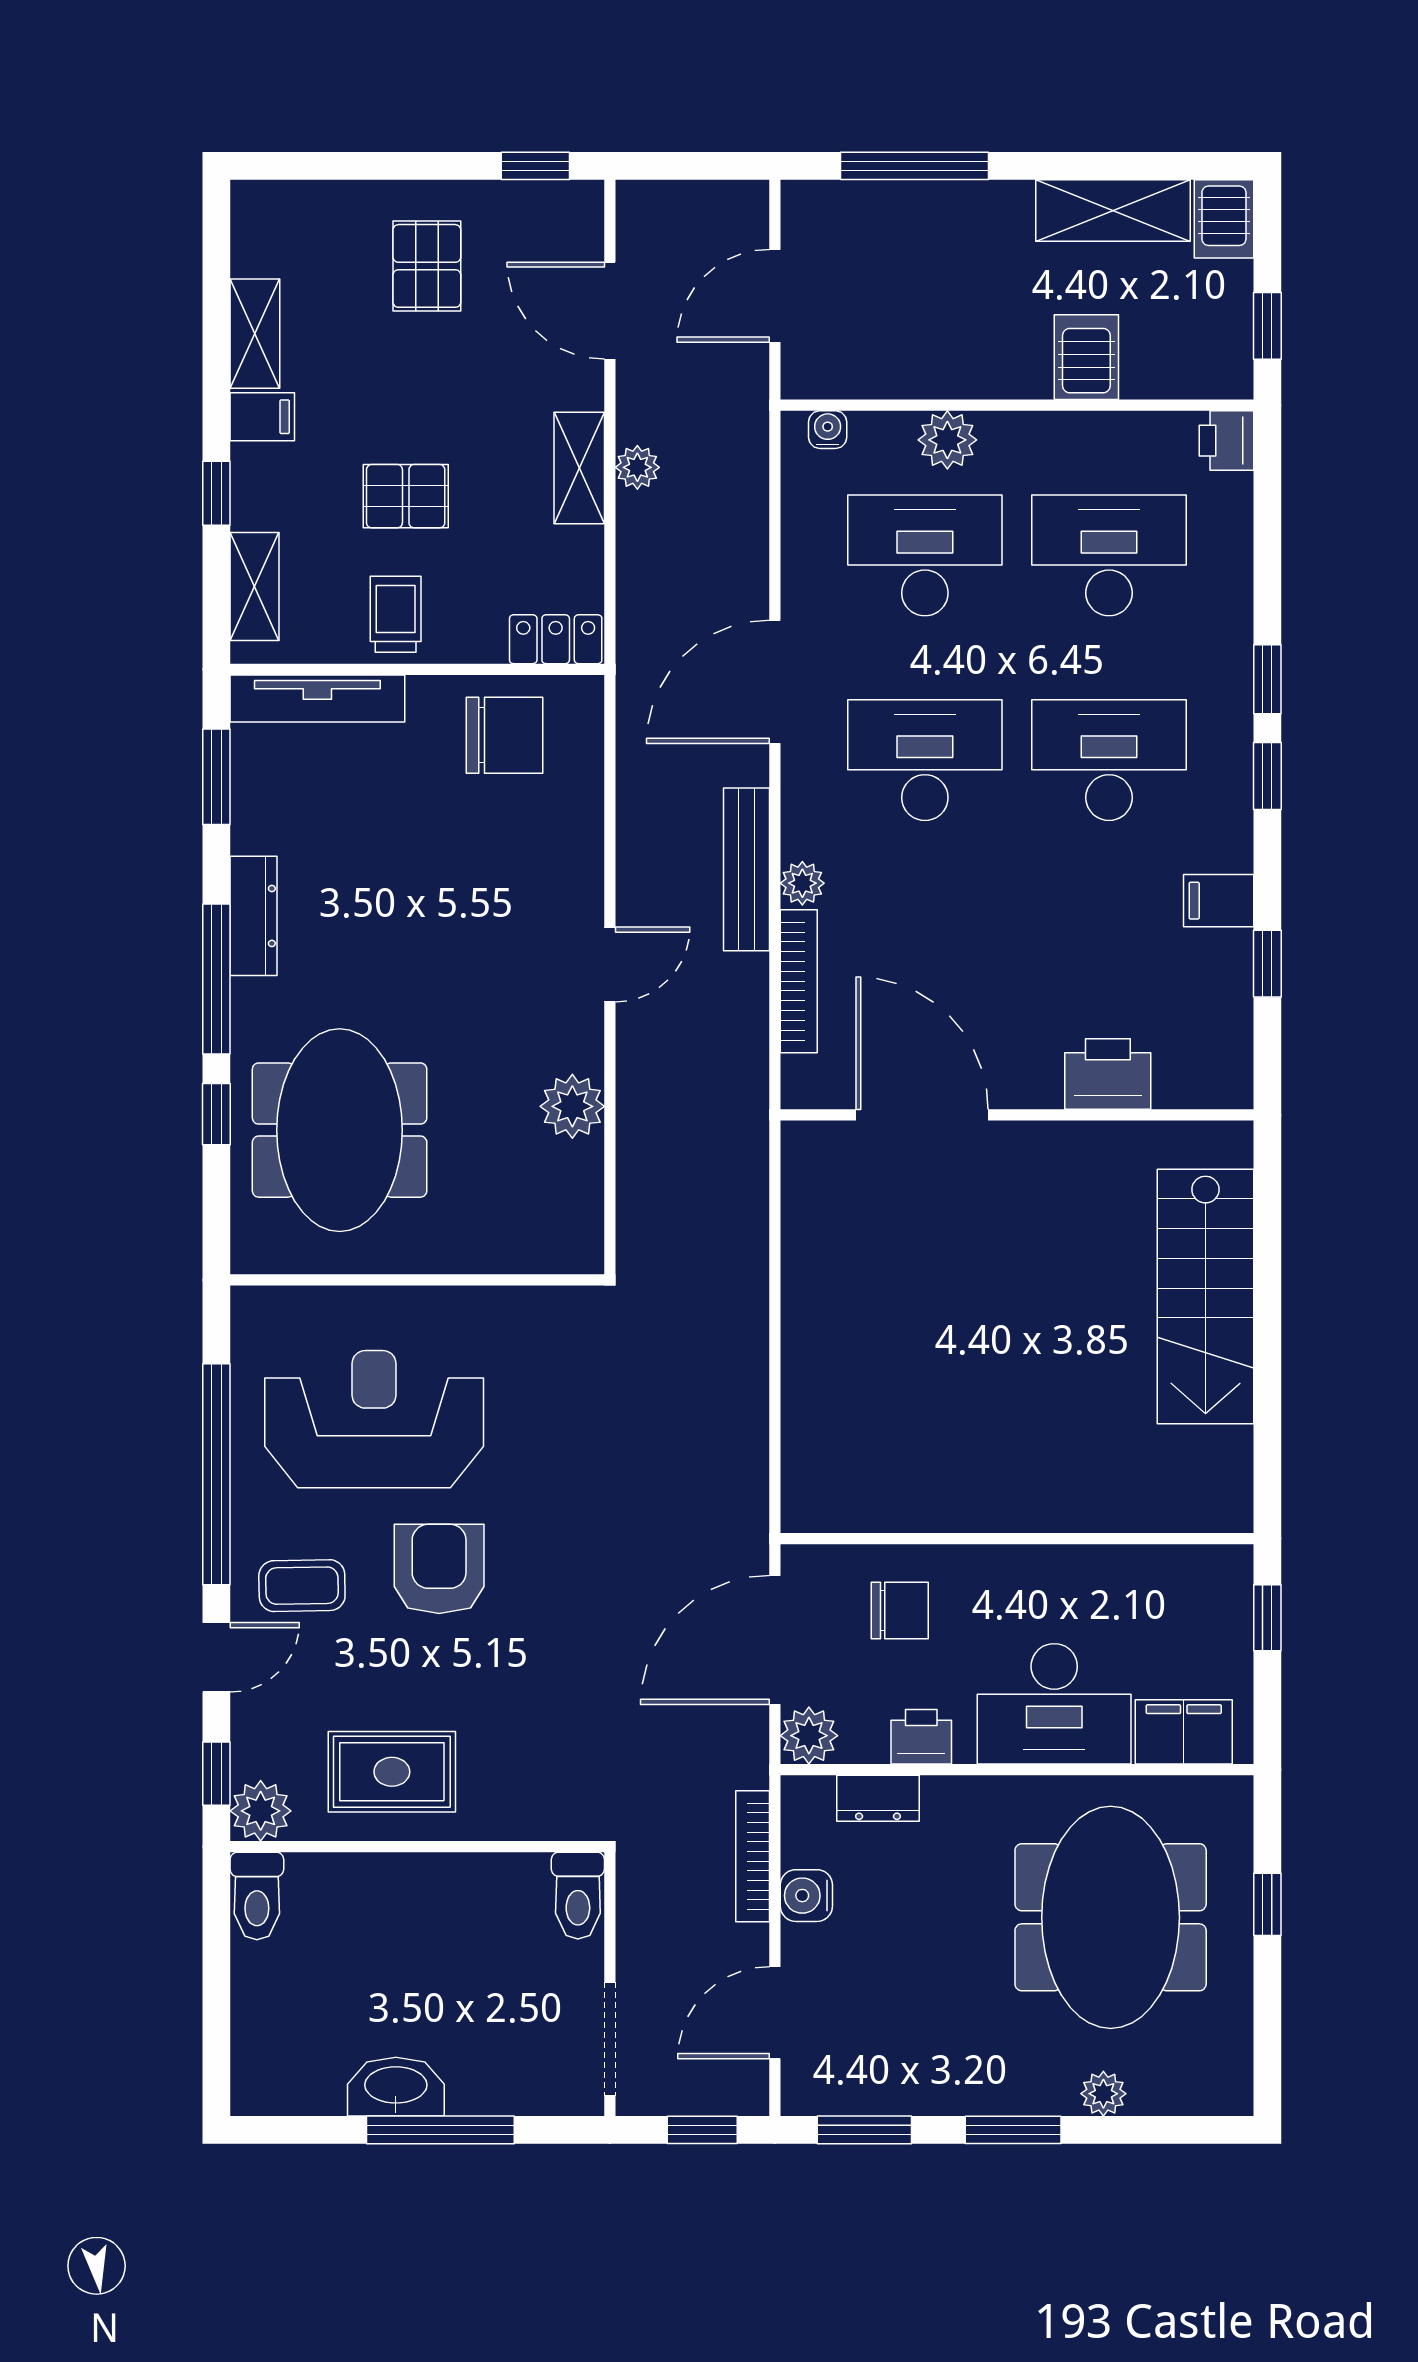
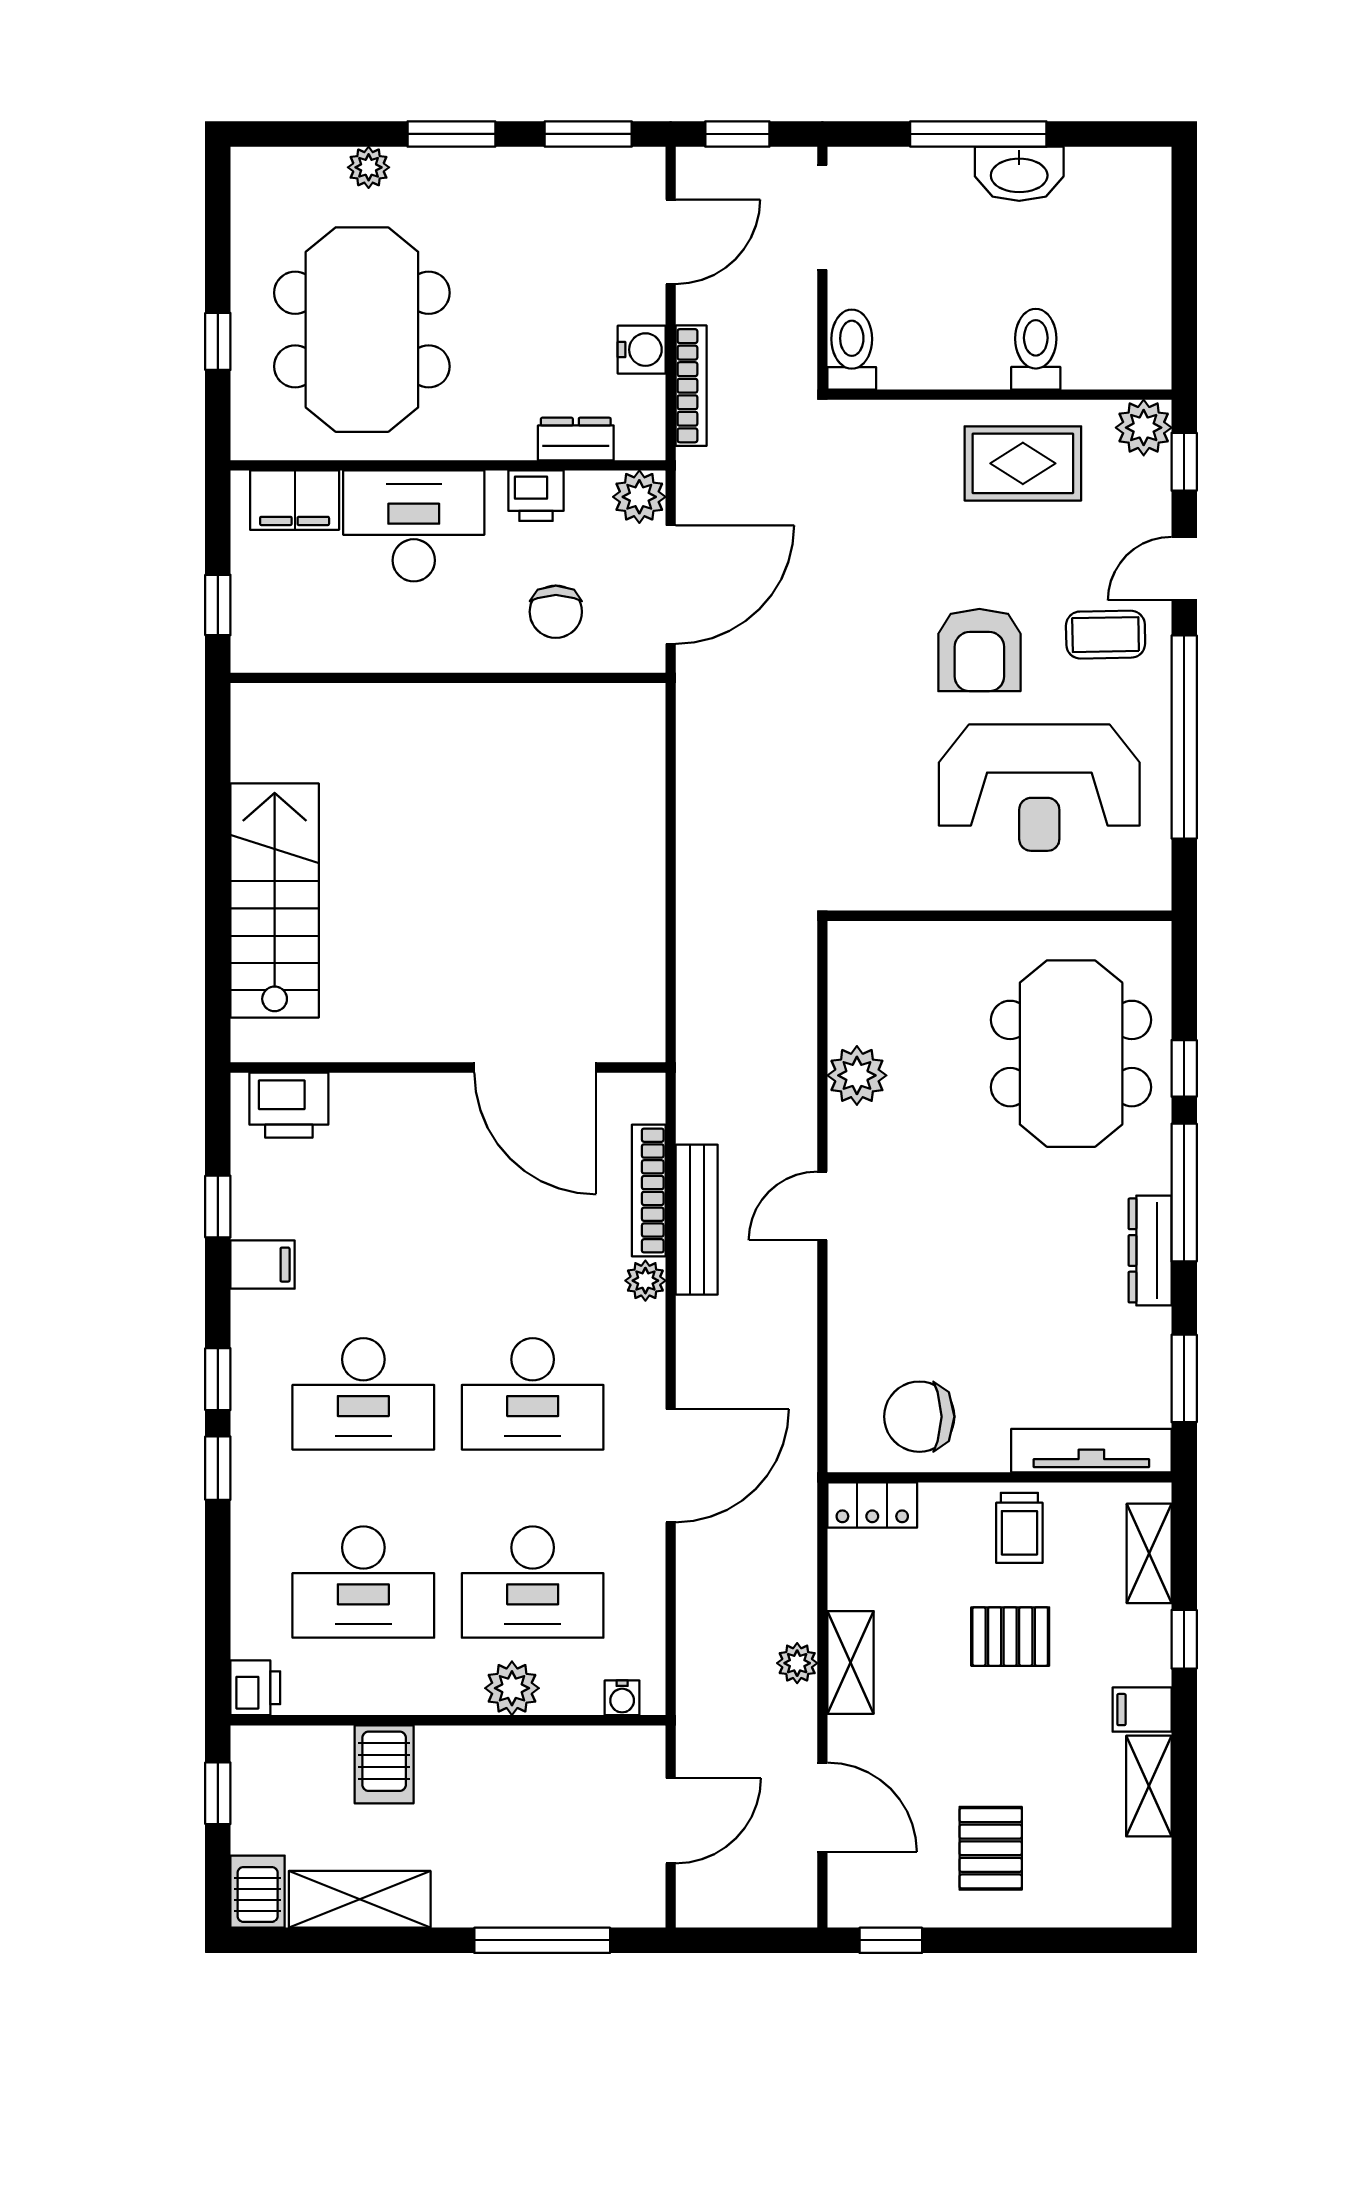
bench: (747, 869) -> (697, 1220), moved
printer: (1108, 1074) -> (289, 1105), moved
chair: (900, 1611) -> (556, 612), turned -90
toilet: (257, 1896) -> (1036, 349), moved

